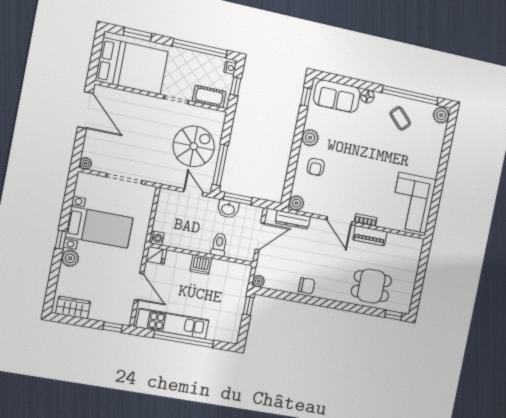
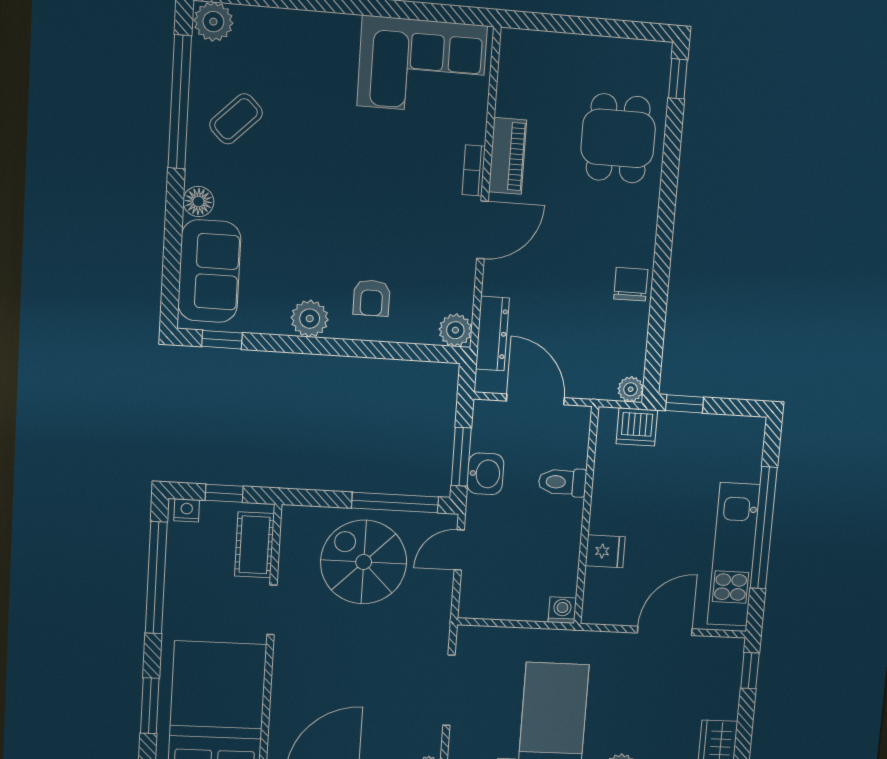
armchair: (316, 167) -> (372, 298), turned 90
fridge: (156, 255) -> (605, 551), moved, turned 90
dishwasher: (201, 265) -> (637, 427), moved, turned 90

